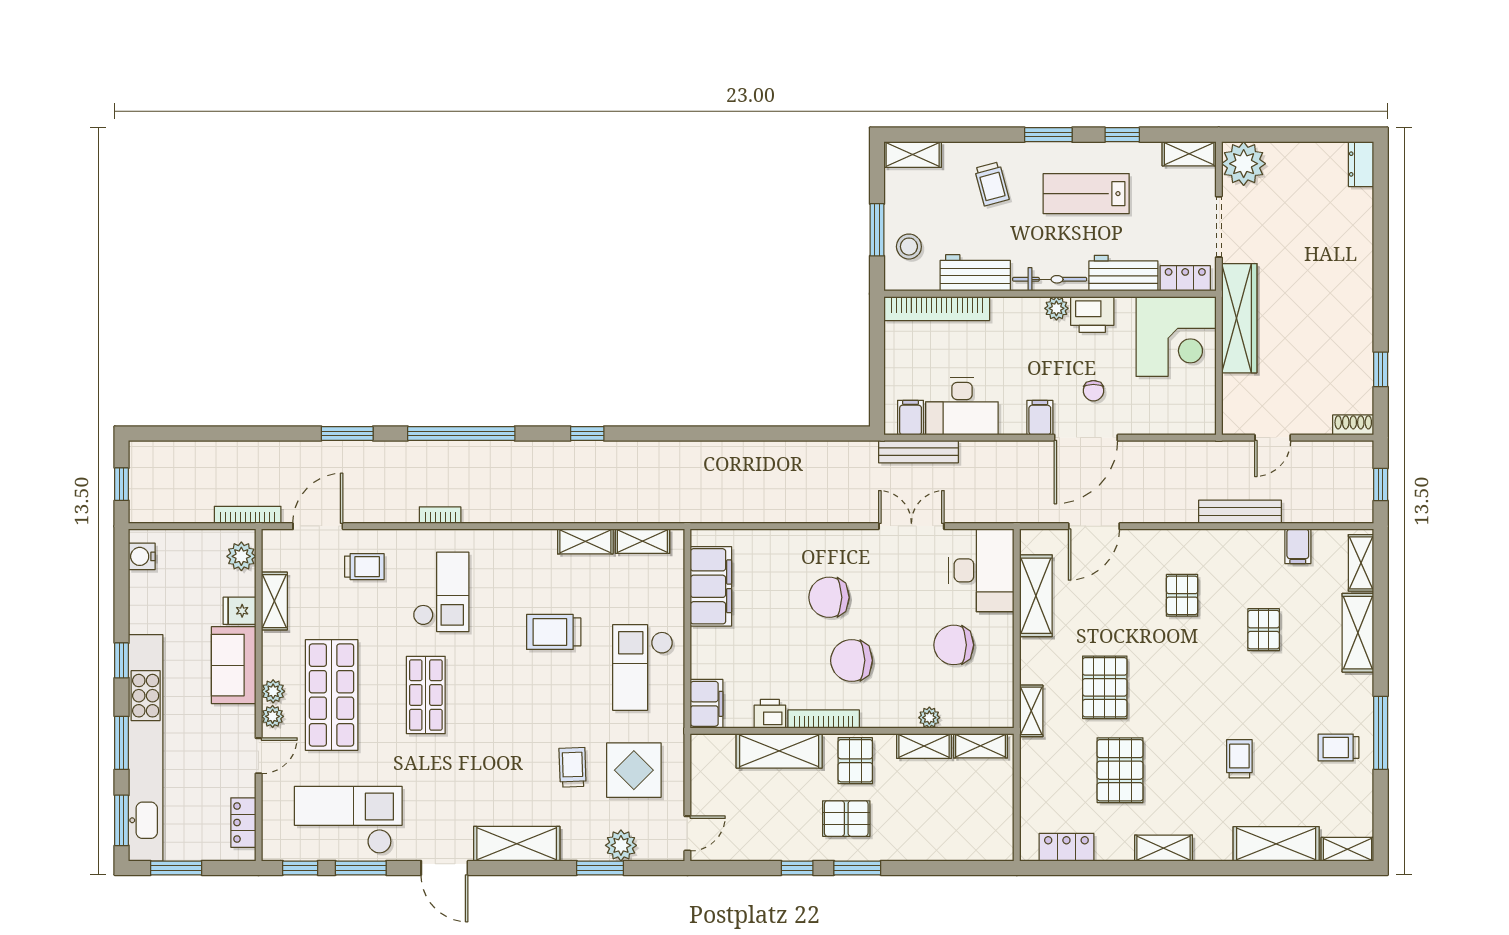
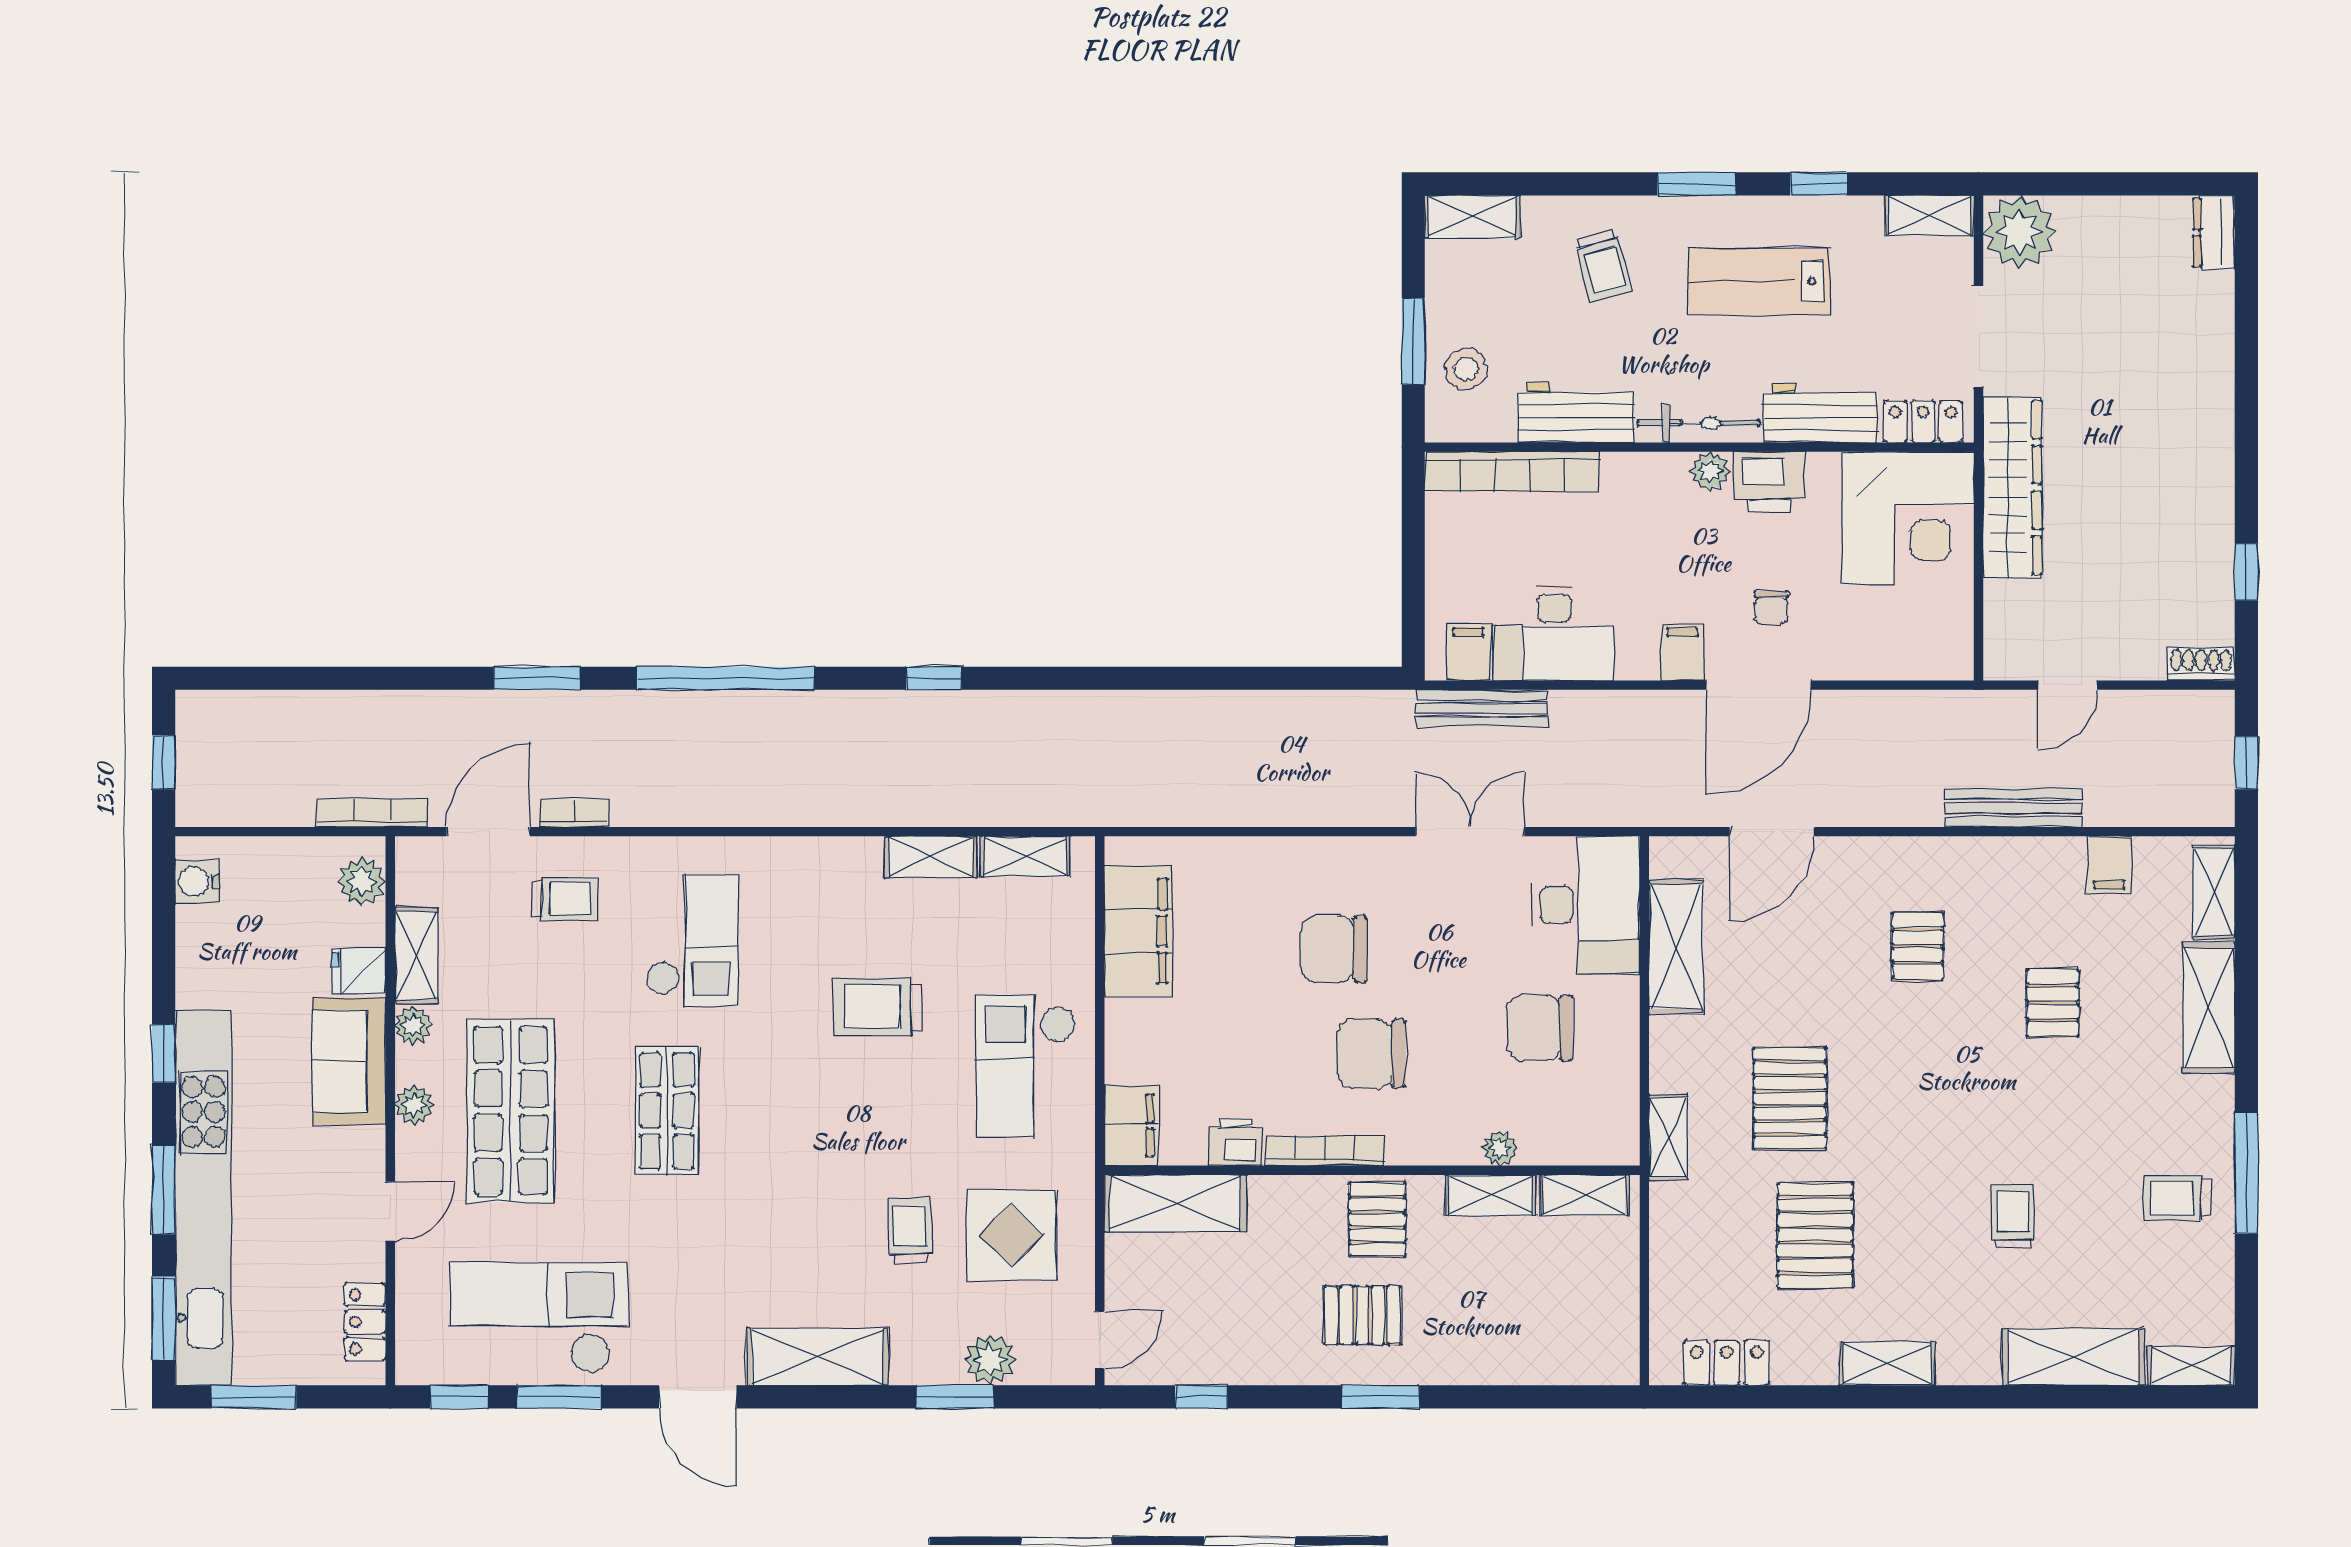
bookcase: (440, 515) -> (574, 813), moved
plant: (273, 716) -> (413, 1025), moved
shelving: (779, 751) -> (1175, 1203), moved
window: (797, 868) -> (1201, 1397), moved

